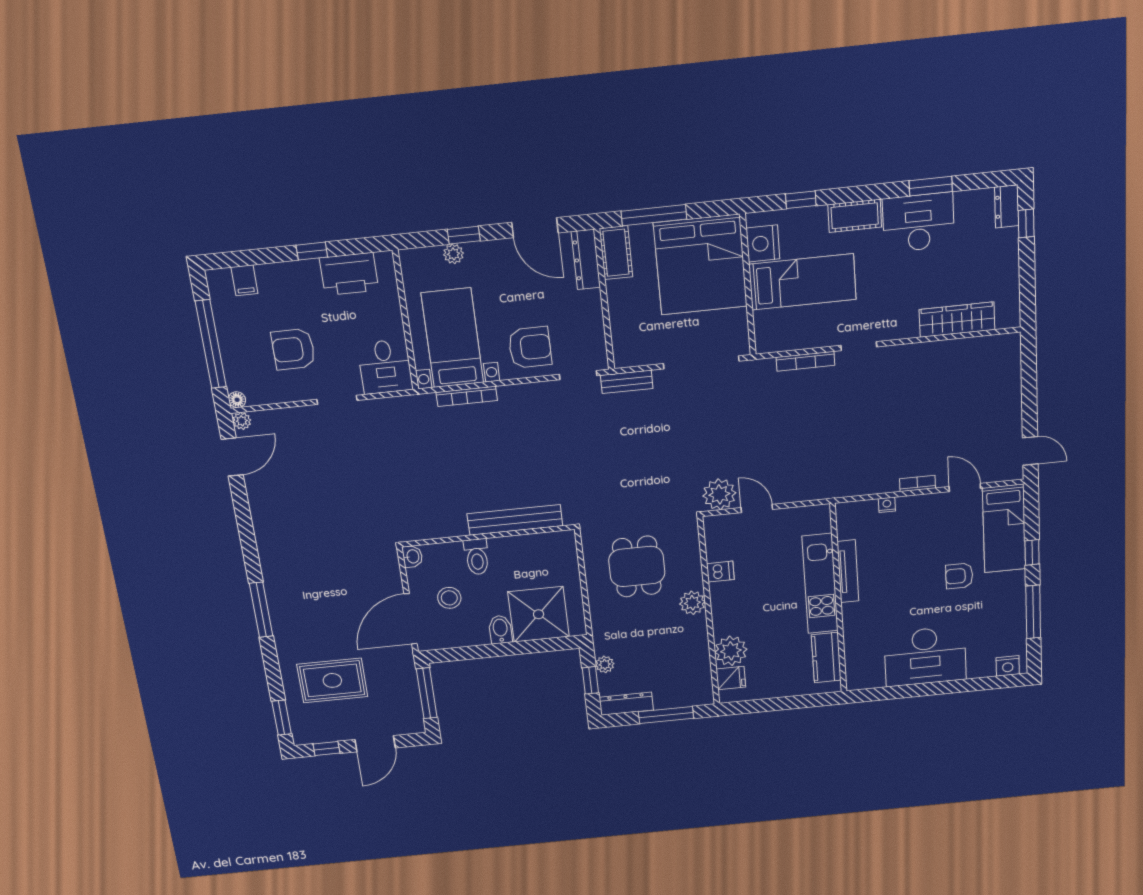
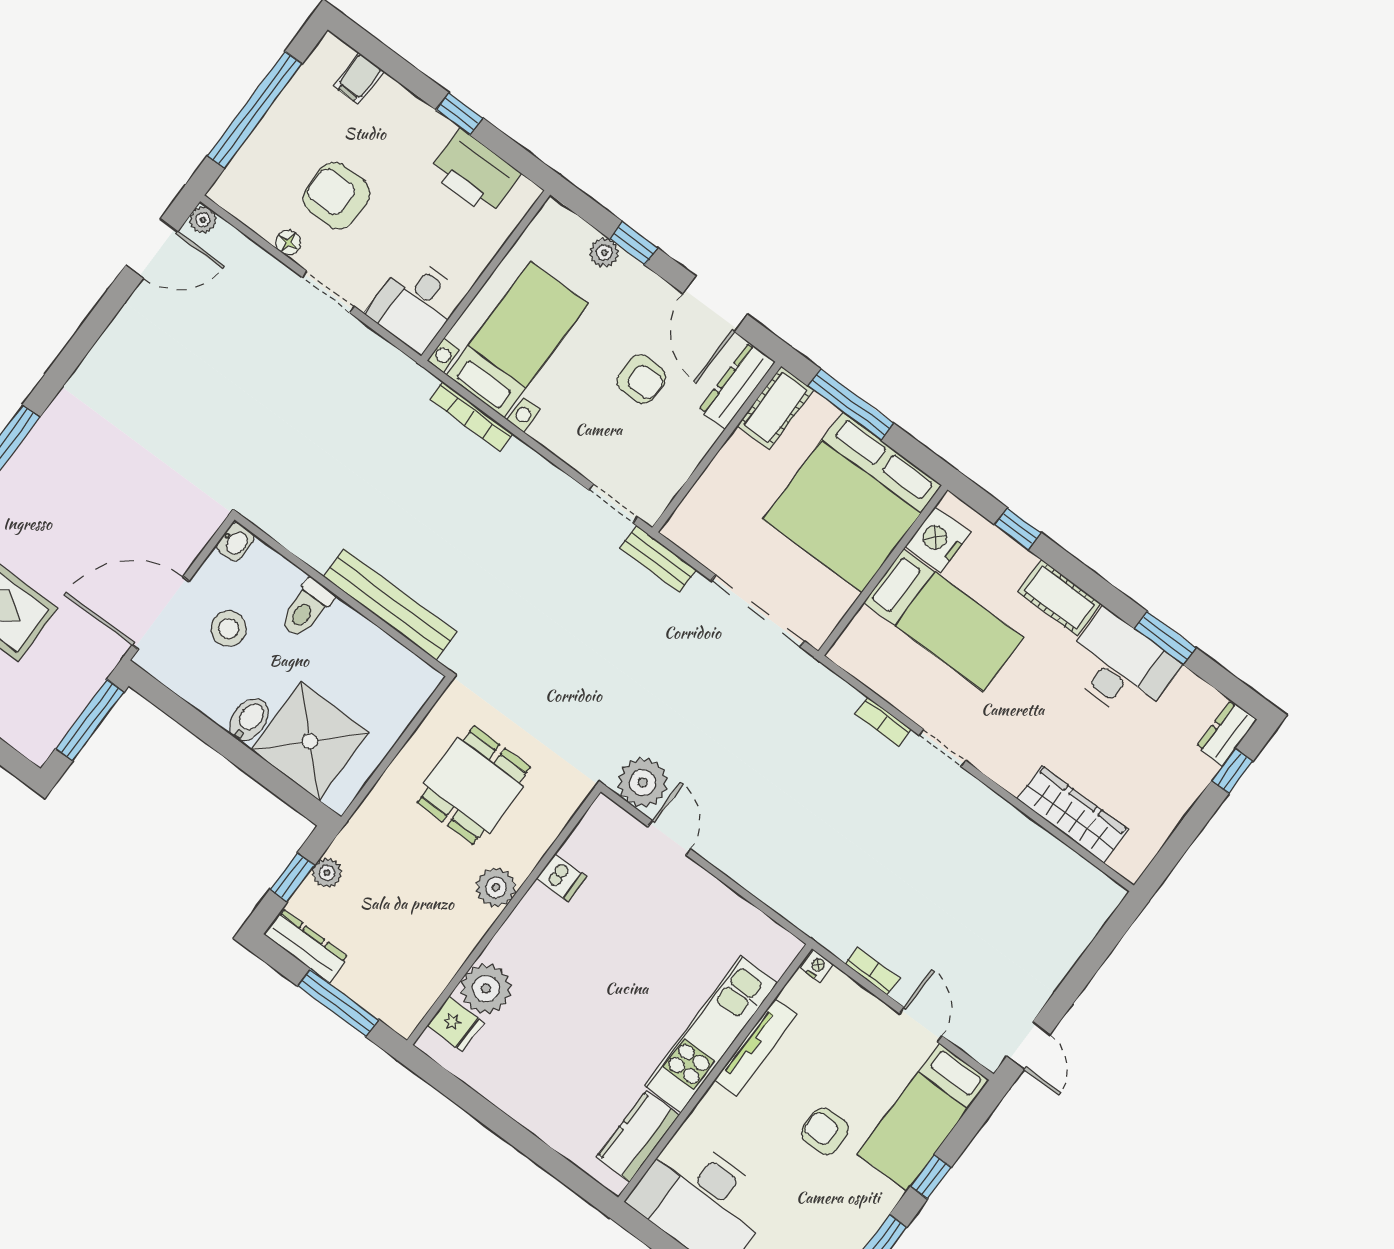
armchair: (530, 347) -> (641, 379), moved, width x0.72, depth x0.72
bookcase: (805, 361) -> (883, 722), width x0.64
floor lamp: (237, 400) -> (288, 242), moved
tv unit: (848, 571) -> (756, 1047), moved
kitchen unit: (820, 584) -> (711, 1034), moved
wall: (838, 599) -> (715, 1073), moved
kitchen counter: (826, 658) -> (638, 1136), moved

